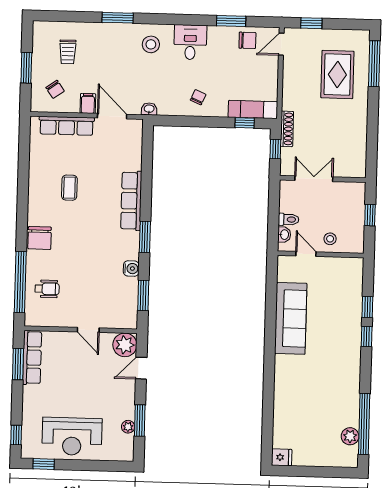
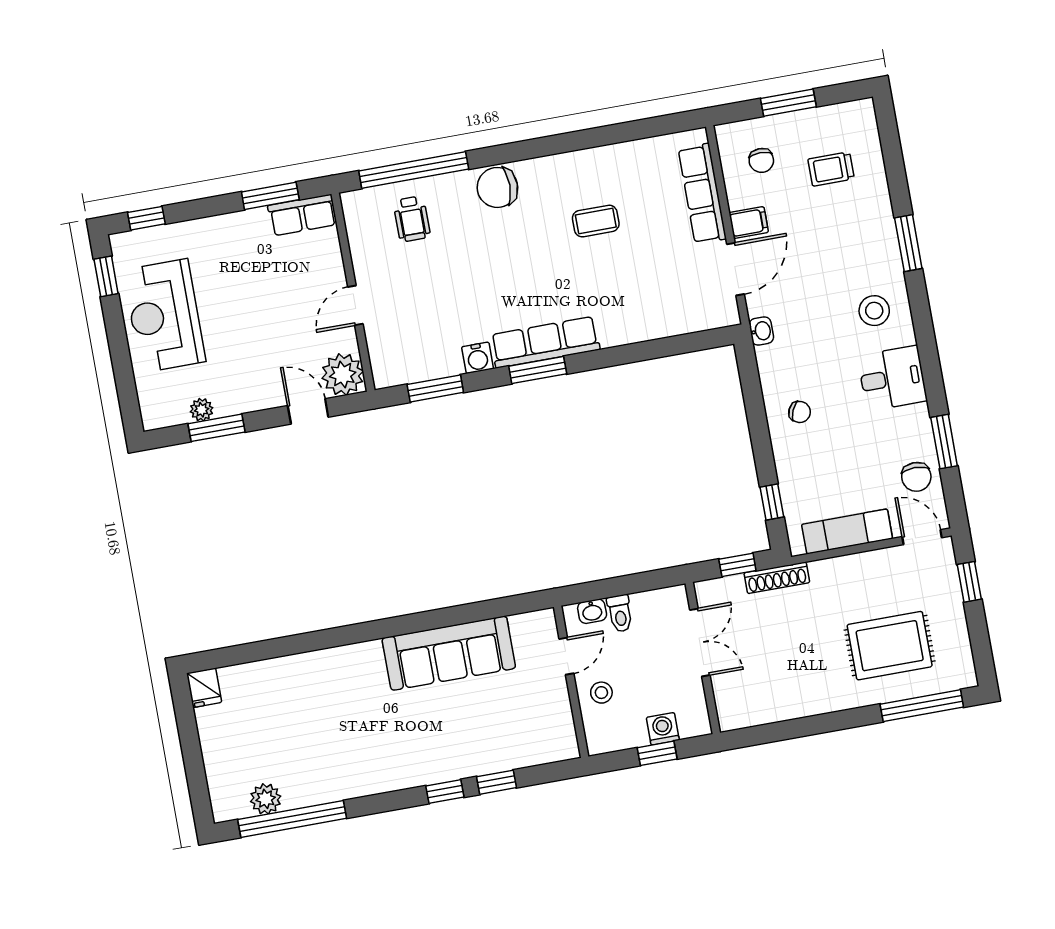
chair: (55, 89) -> (761, 160), turned -55
exam couch: (253, 109) -> (847, 531), moved, turned -90
row of seats: (131, 201) -> (545, 342), moved
washing machine: (357, 209) -> (663, 729), added
row of seats: (32, 358) -> (302, 215), width x0.68

